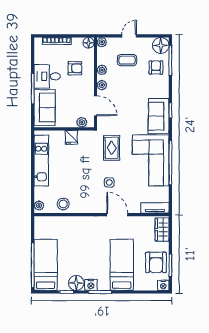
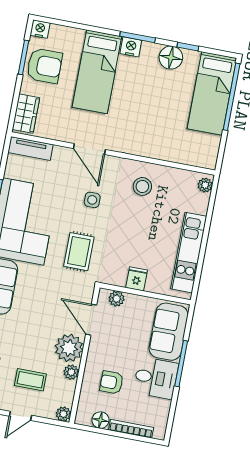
floor lamp: (89, 43) -> (100, 420), moved
plant: (102, 85) -> (69, 348), width x1.87, depth x1.87
stool: (63, 204) -> (142, 186), moved
armchair: (156, 262) -> (44, 66), turned 90
nightstand: (91, 285) -> (131, 47), moved

